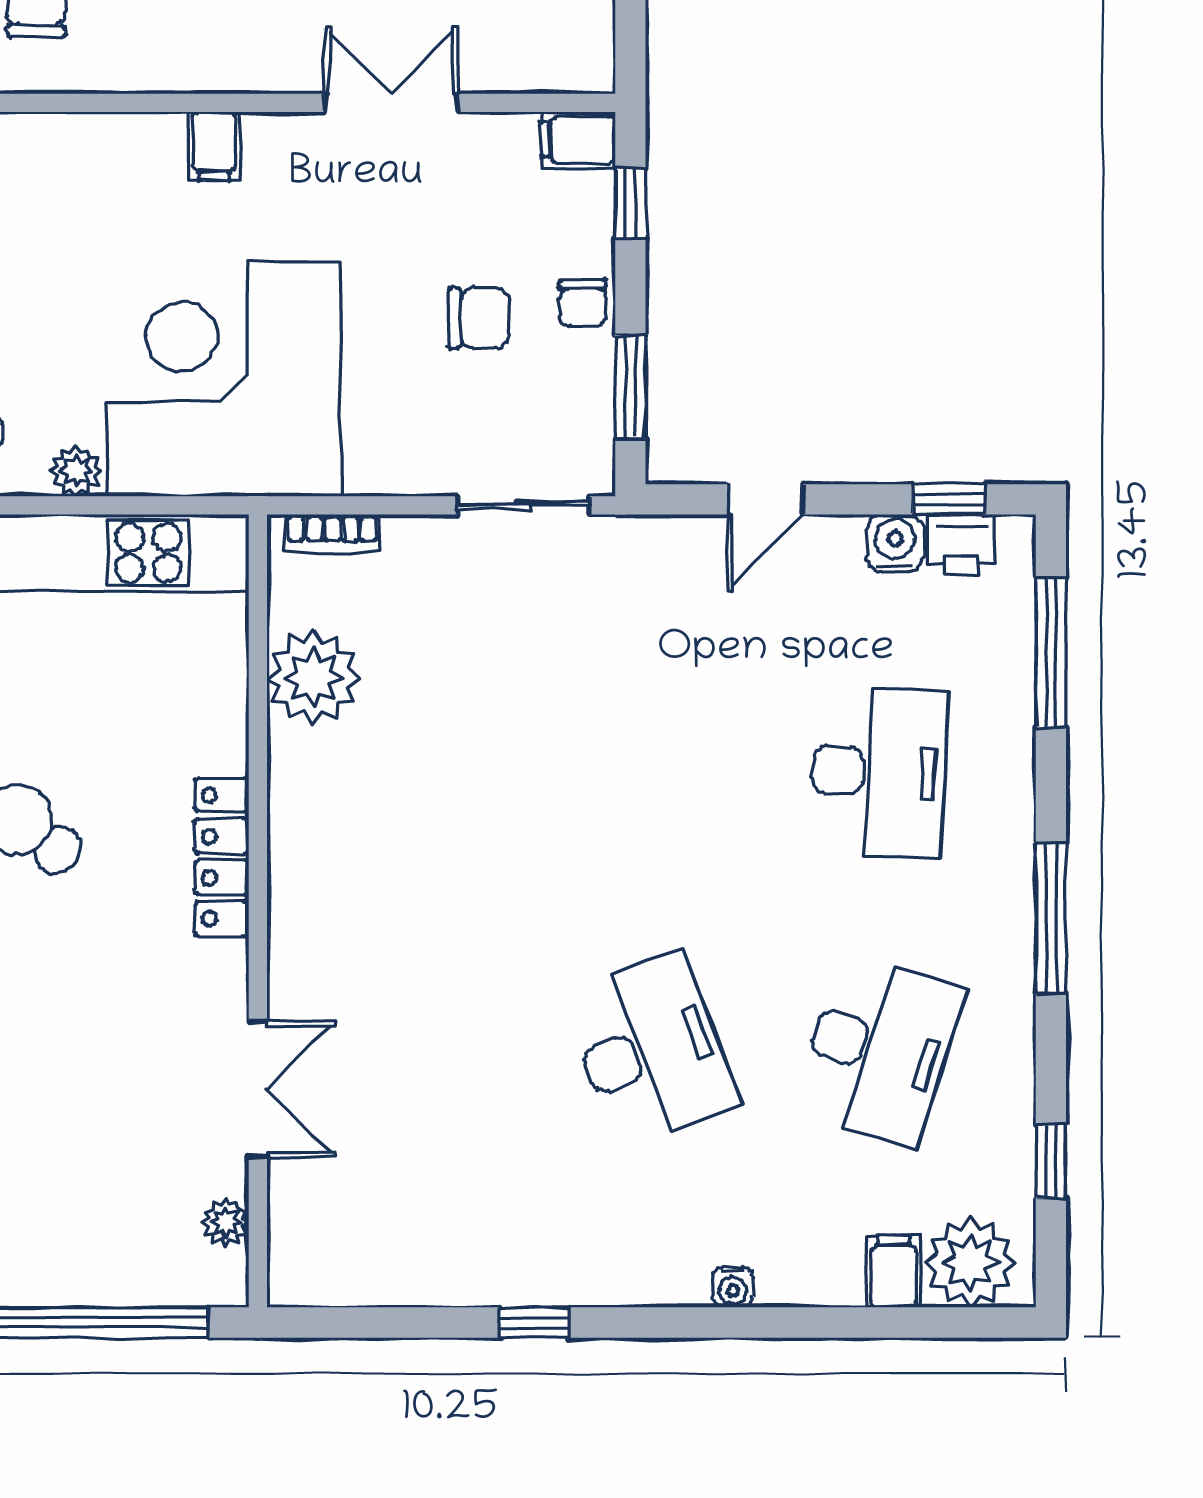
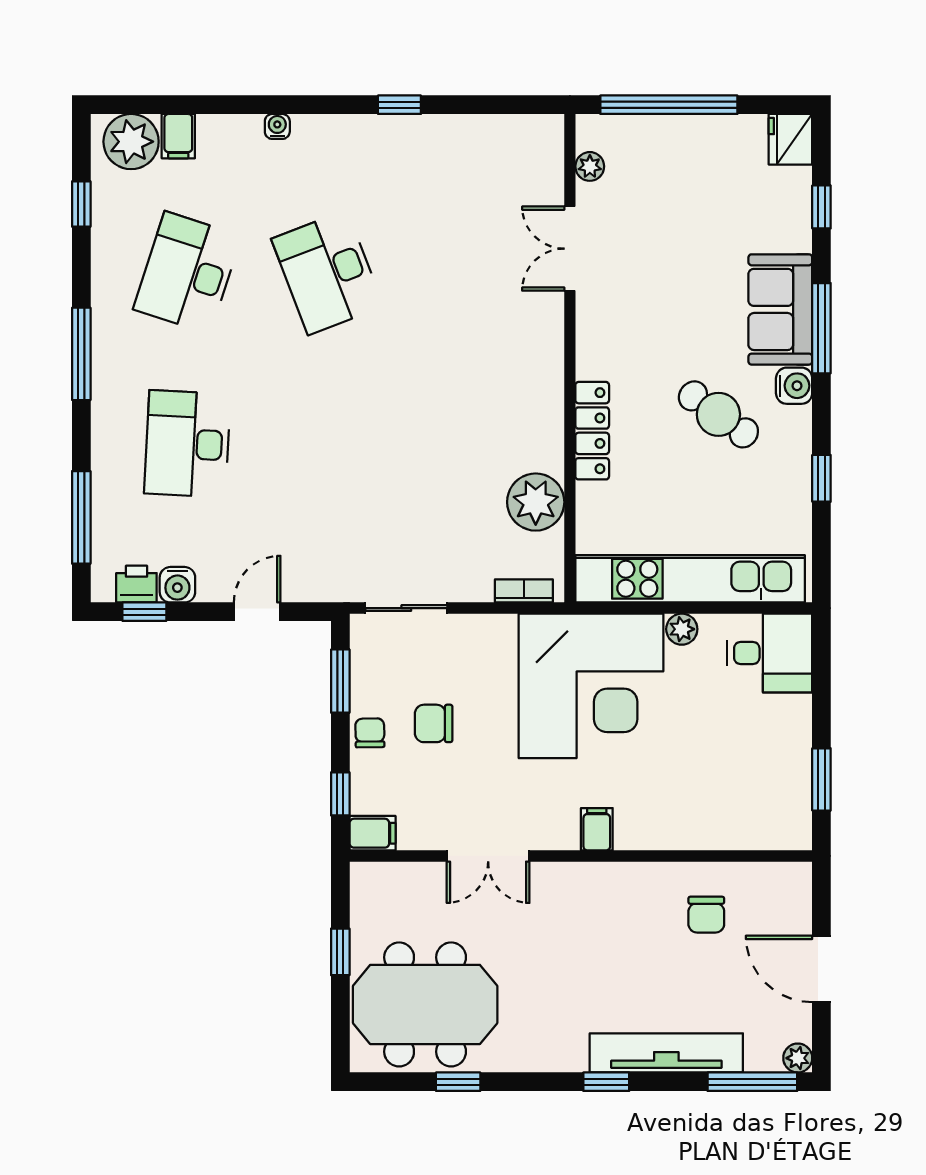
locker: (222, 857) -> (592, 431), moved

